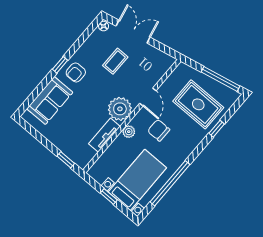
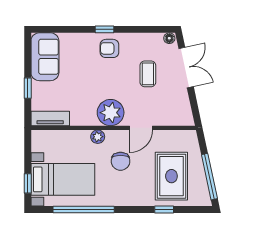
coffee table: (115, 61) -> (148, 74), turned 90
sofa: (50, 101) -> (45, 57), moved, turned -90
chair: (159, 130) -> (121, 161), turned 180
tv unit: (104, 135) -> (50, 119), moved
window: (66, 160) -> (28, 88), moved
window: (109, 197) -> (28, 183), moved

